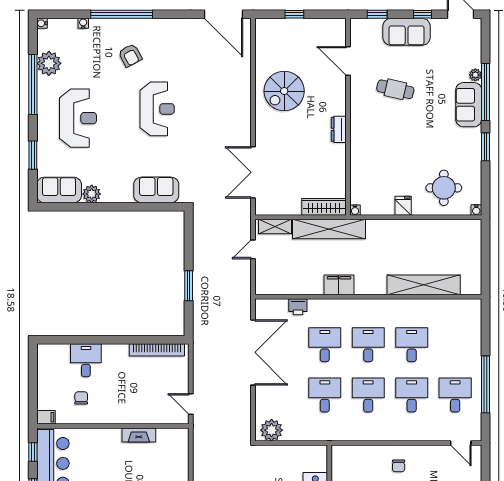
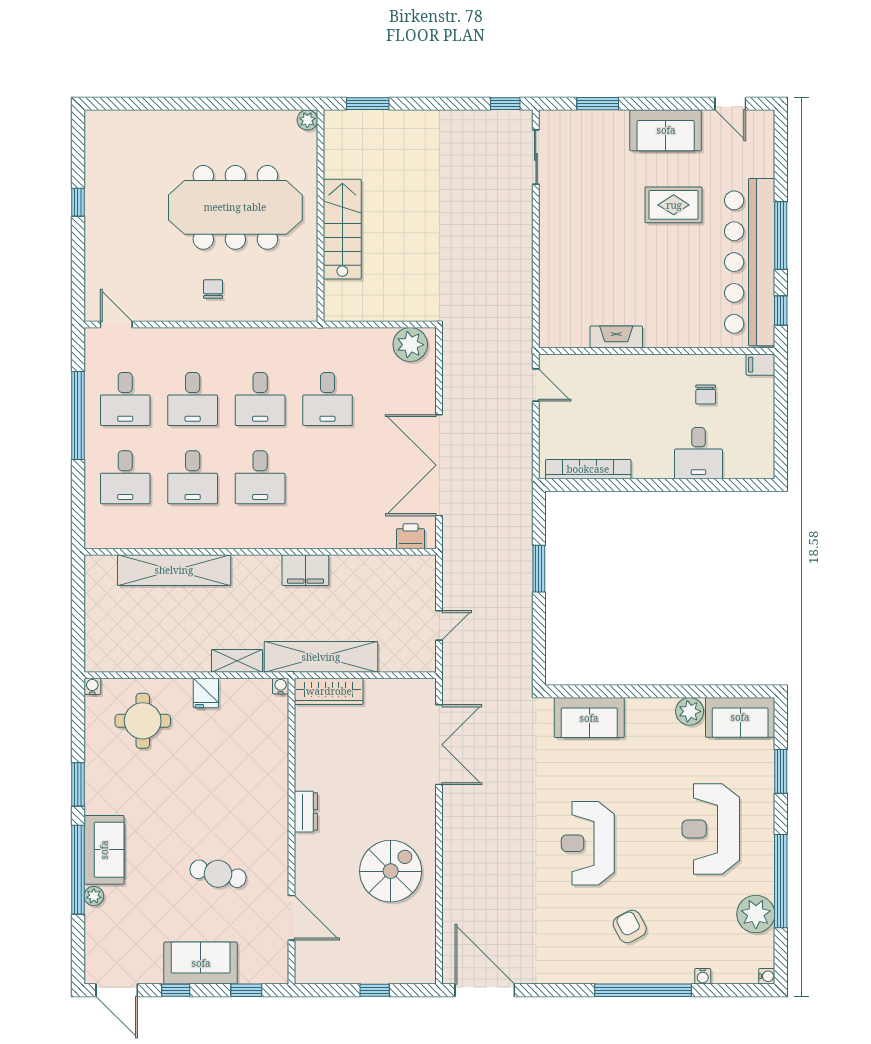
shelving: (275, 226) -> (237, 661), moved
printer: (298, 307) -> (411, 536), moved
desk: (325, 345) -> (125, 477), moved

